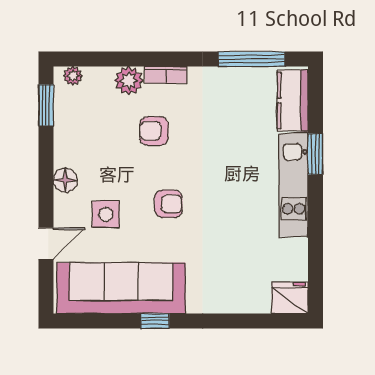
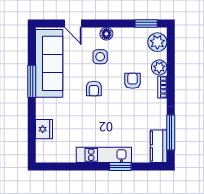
plant: (73, 76) -> (157, 42), width x1.87, depth x1.87
kitchen counter: (293, 100) -> (159, 146), moved, turned -90
side table: (106, 214) -> (100, 57), moved
fridge: (290, 298) -> (44, 129), moved
window: (155, 321) -> (32, 81), width x2.17

